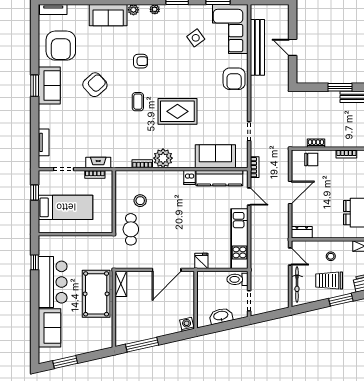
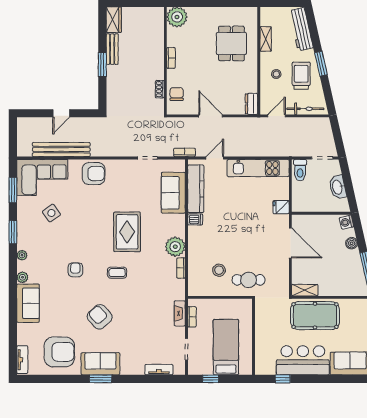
trolley: (329, 281) -> (301, 76), turned 180
boiler: (166, 329) -> (352, 243), added

